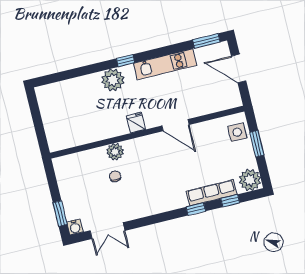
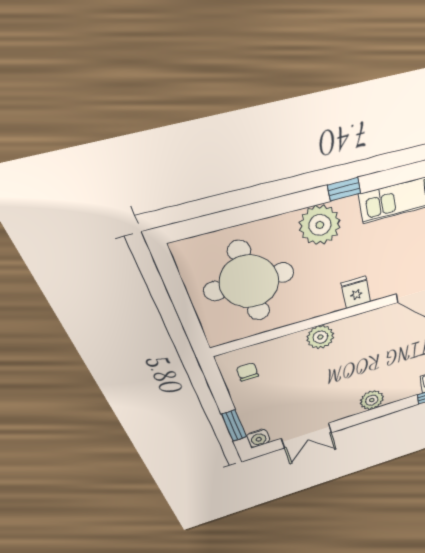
round table: (74, 112) -> (249, 282), added
chair: (115, 176) -> (247, 372), moved
plant: (152, 207) -> (372, 400), added

